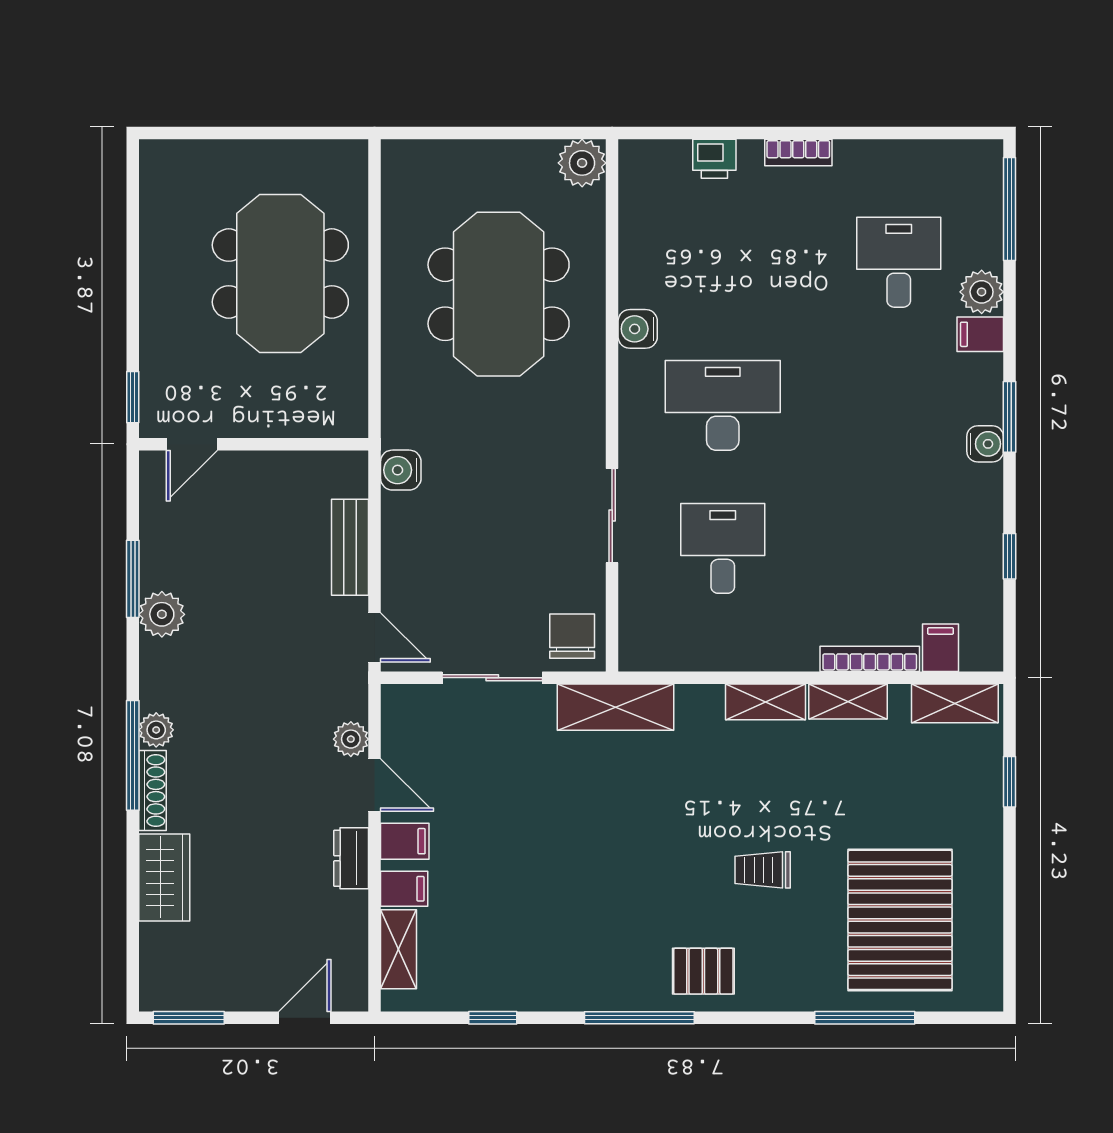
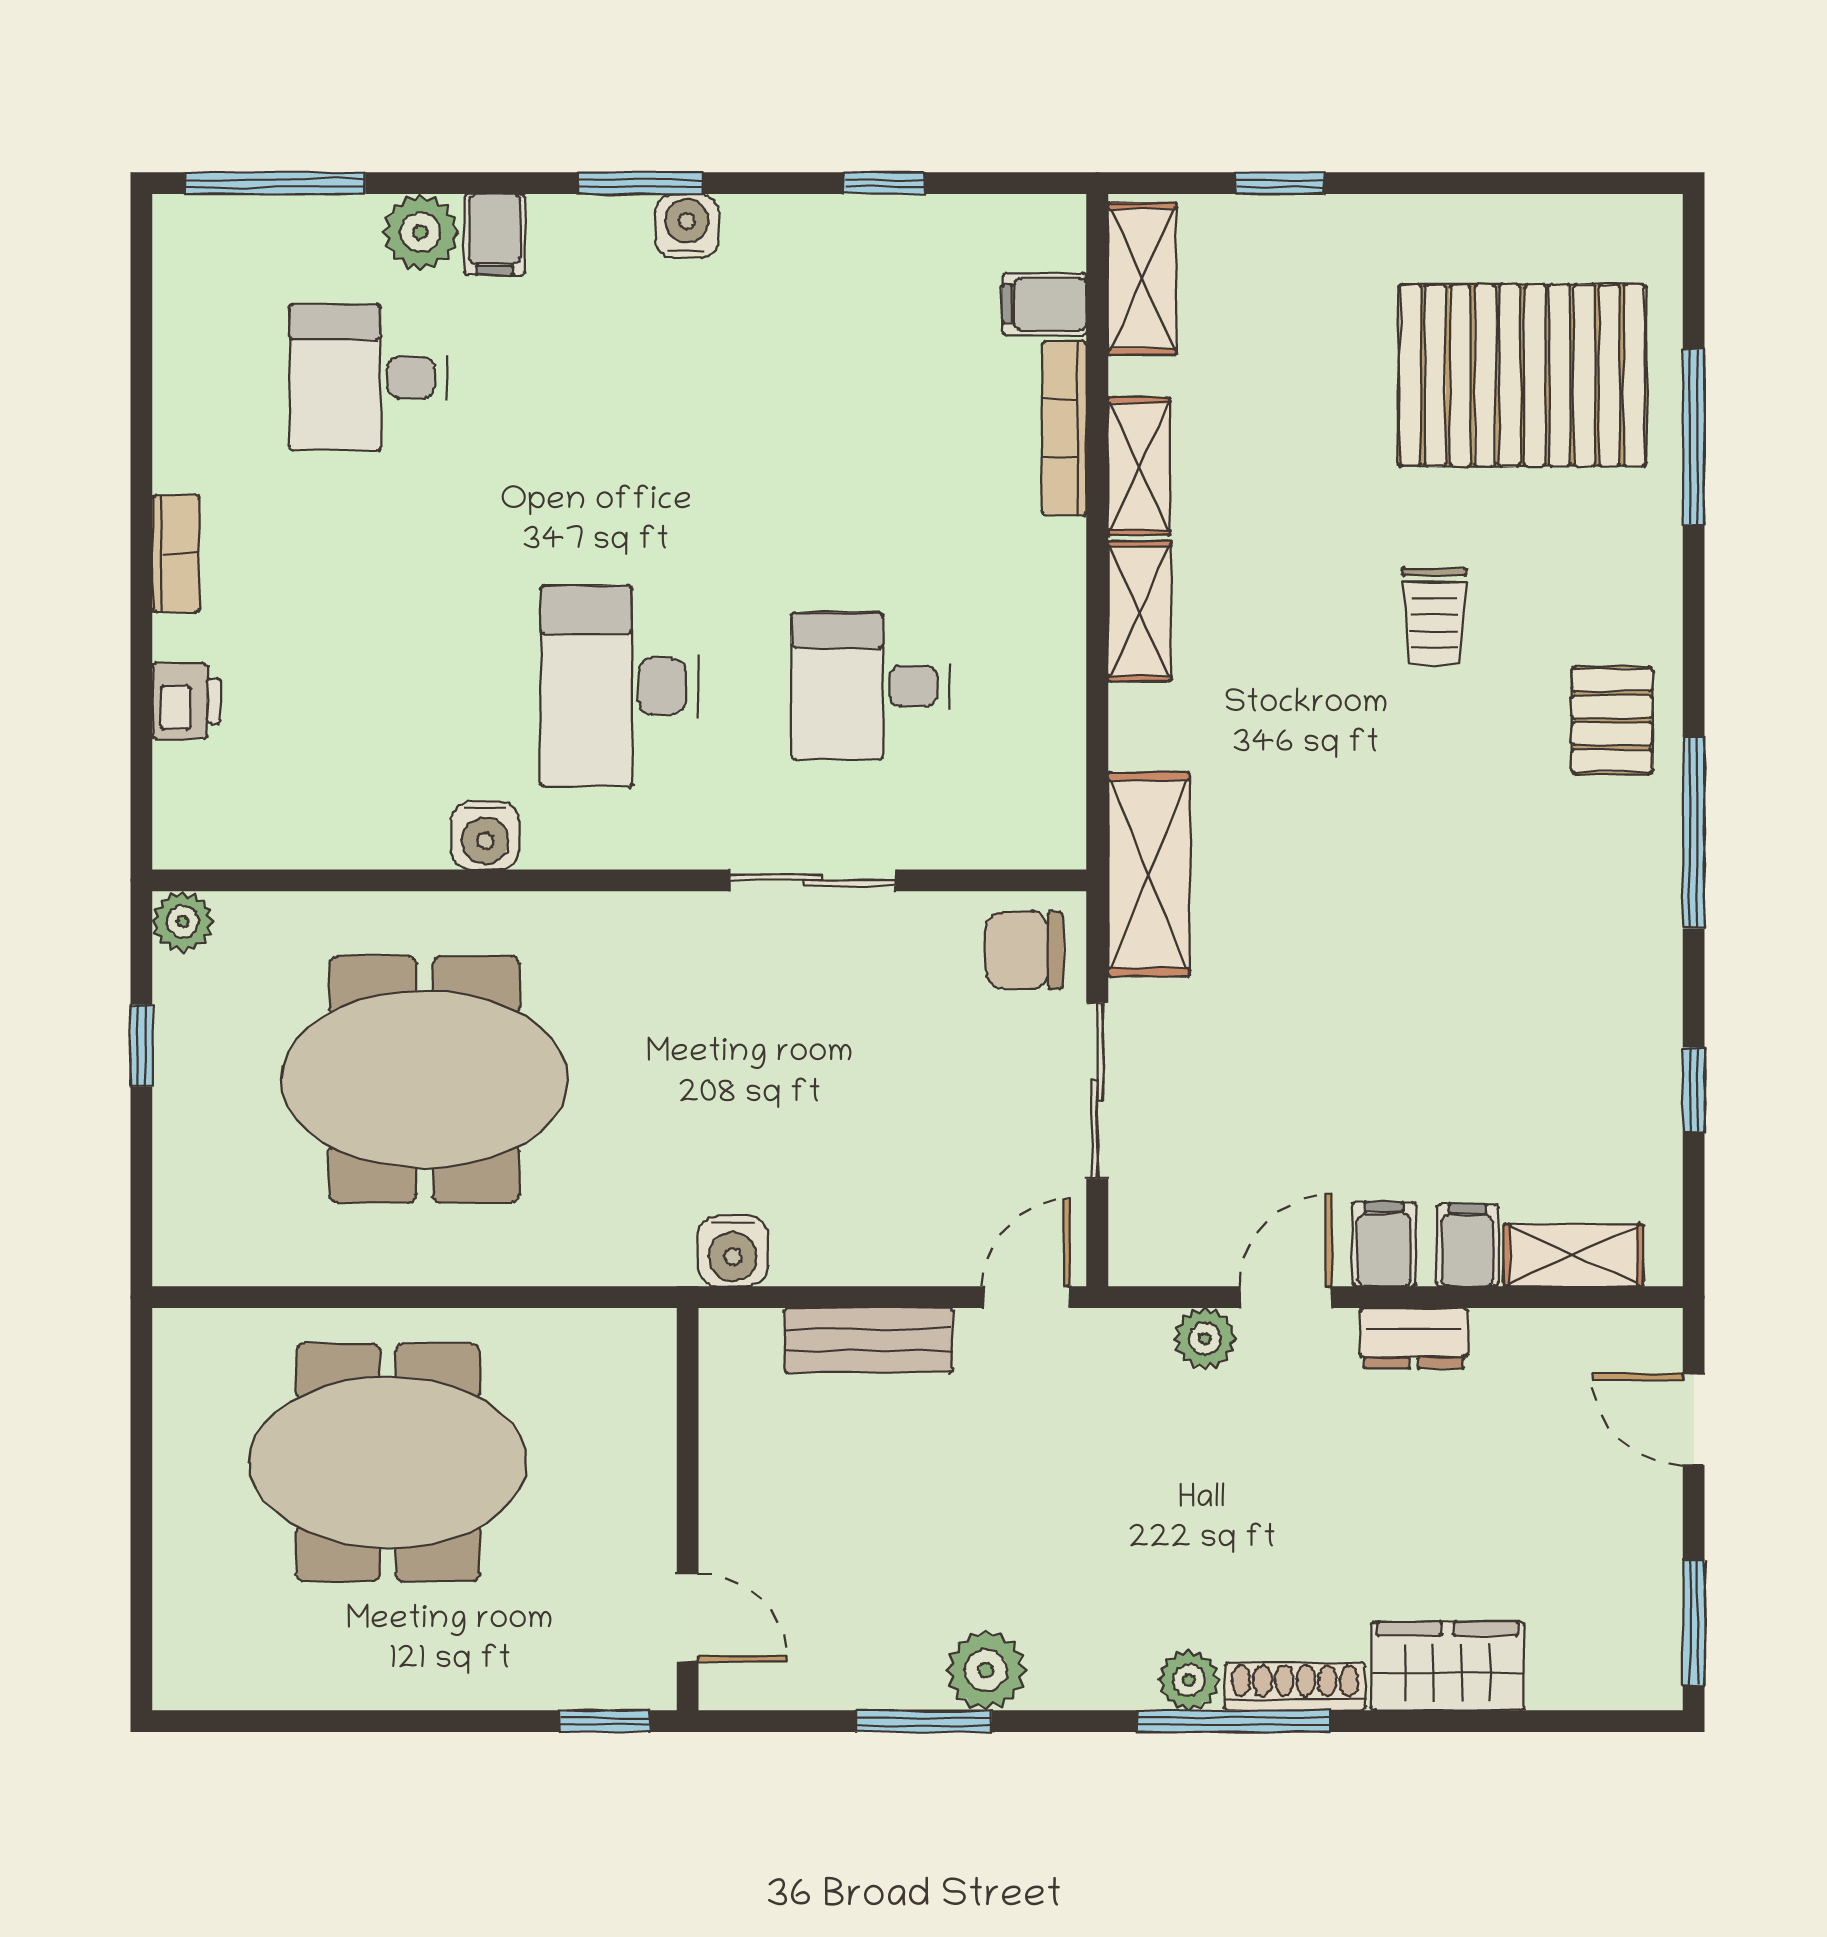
window: (518, 133) -> (141, 1046), added
plant: (582, 163) -> (183, 922), width x0.73, depth x0.73

